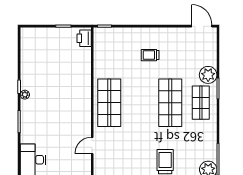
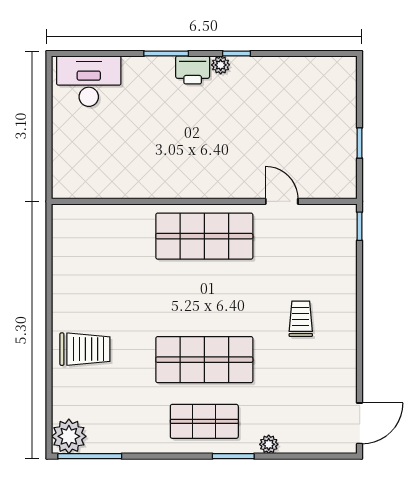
printer: (84, 38) -> (193, 70), moved, turned 180
plant: (208, 75) -> (269, 444), width x0.53, depth x0.53
door: (92, 146) -> (282, 201), moved

